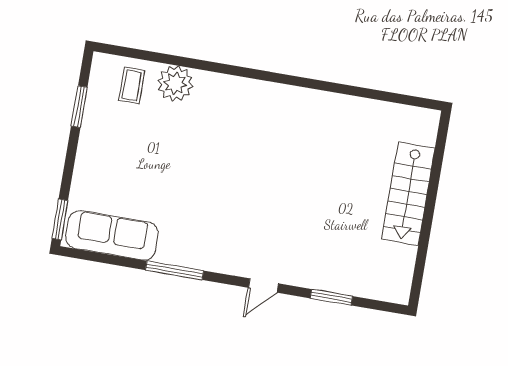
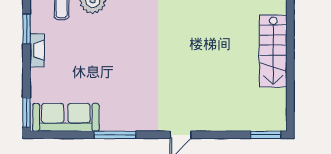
fireplace: (88, 138) -> (37, 50), added
window: (331, 297) -> (266, 135), moved

